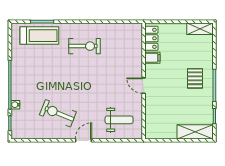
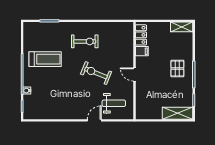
treadmill: (39, 36) -> (45, 59), moved
exercise bike: (58, 113) -> (96, 73), moved
door: (84, 140) -> (94, 120), moved

